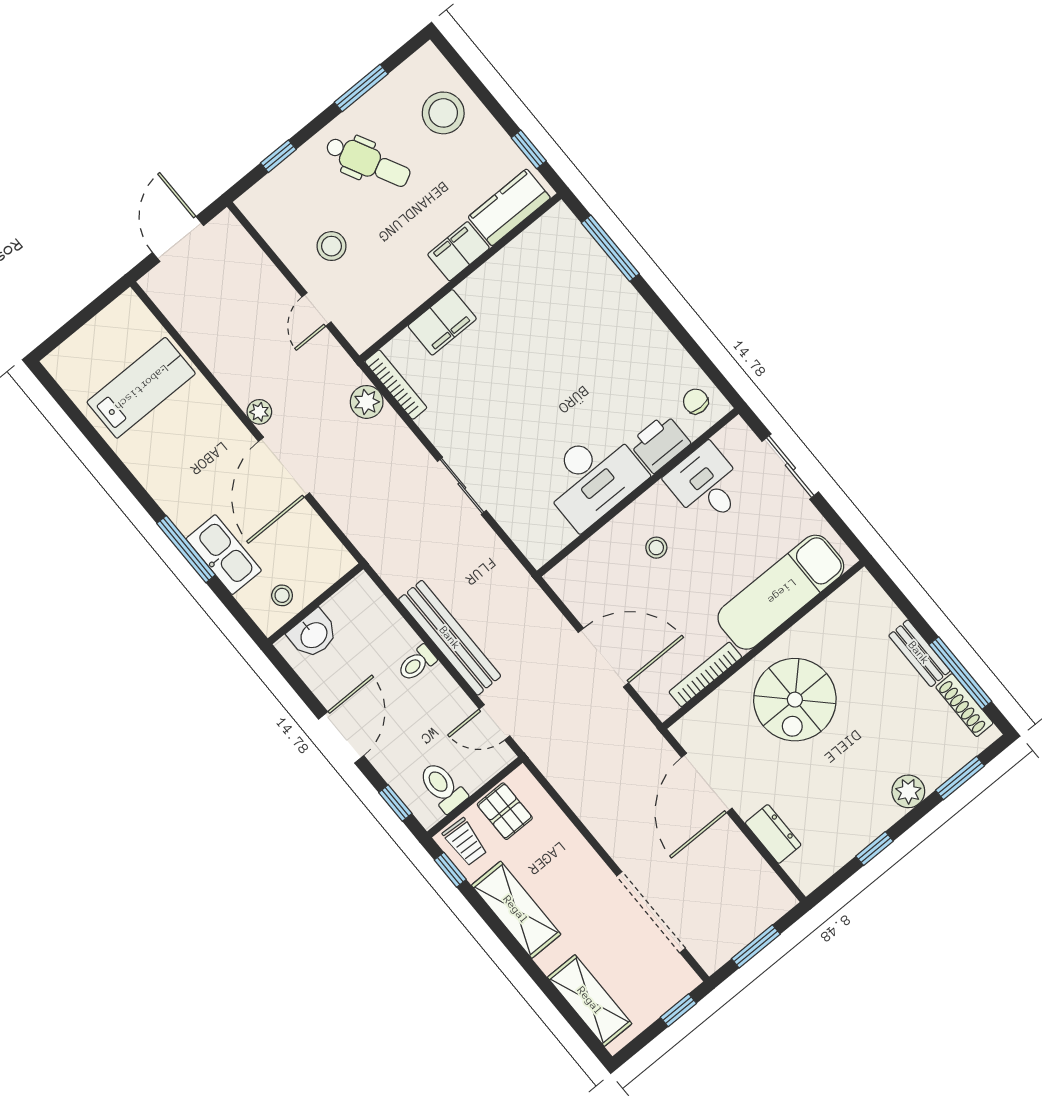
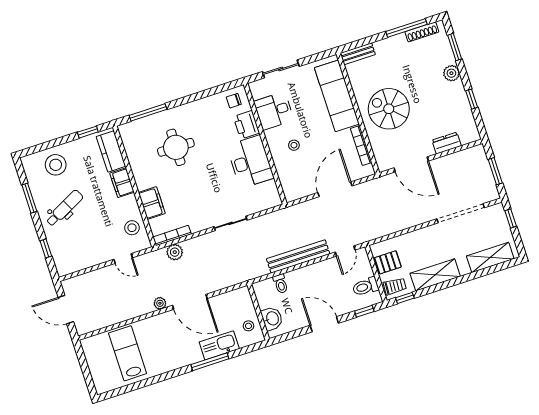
stool: (331, 246) -> (132, 228), moved
round table: (565, 327) -> (176, 147), added
bench: (919, 653) -> (358, 54), moved
toilet: (417, 663) -> (281, 284), moved
spiral stairs: (795, 700) -> (389, 109), turned 180

